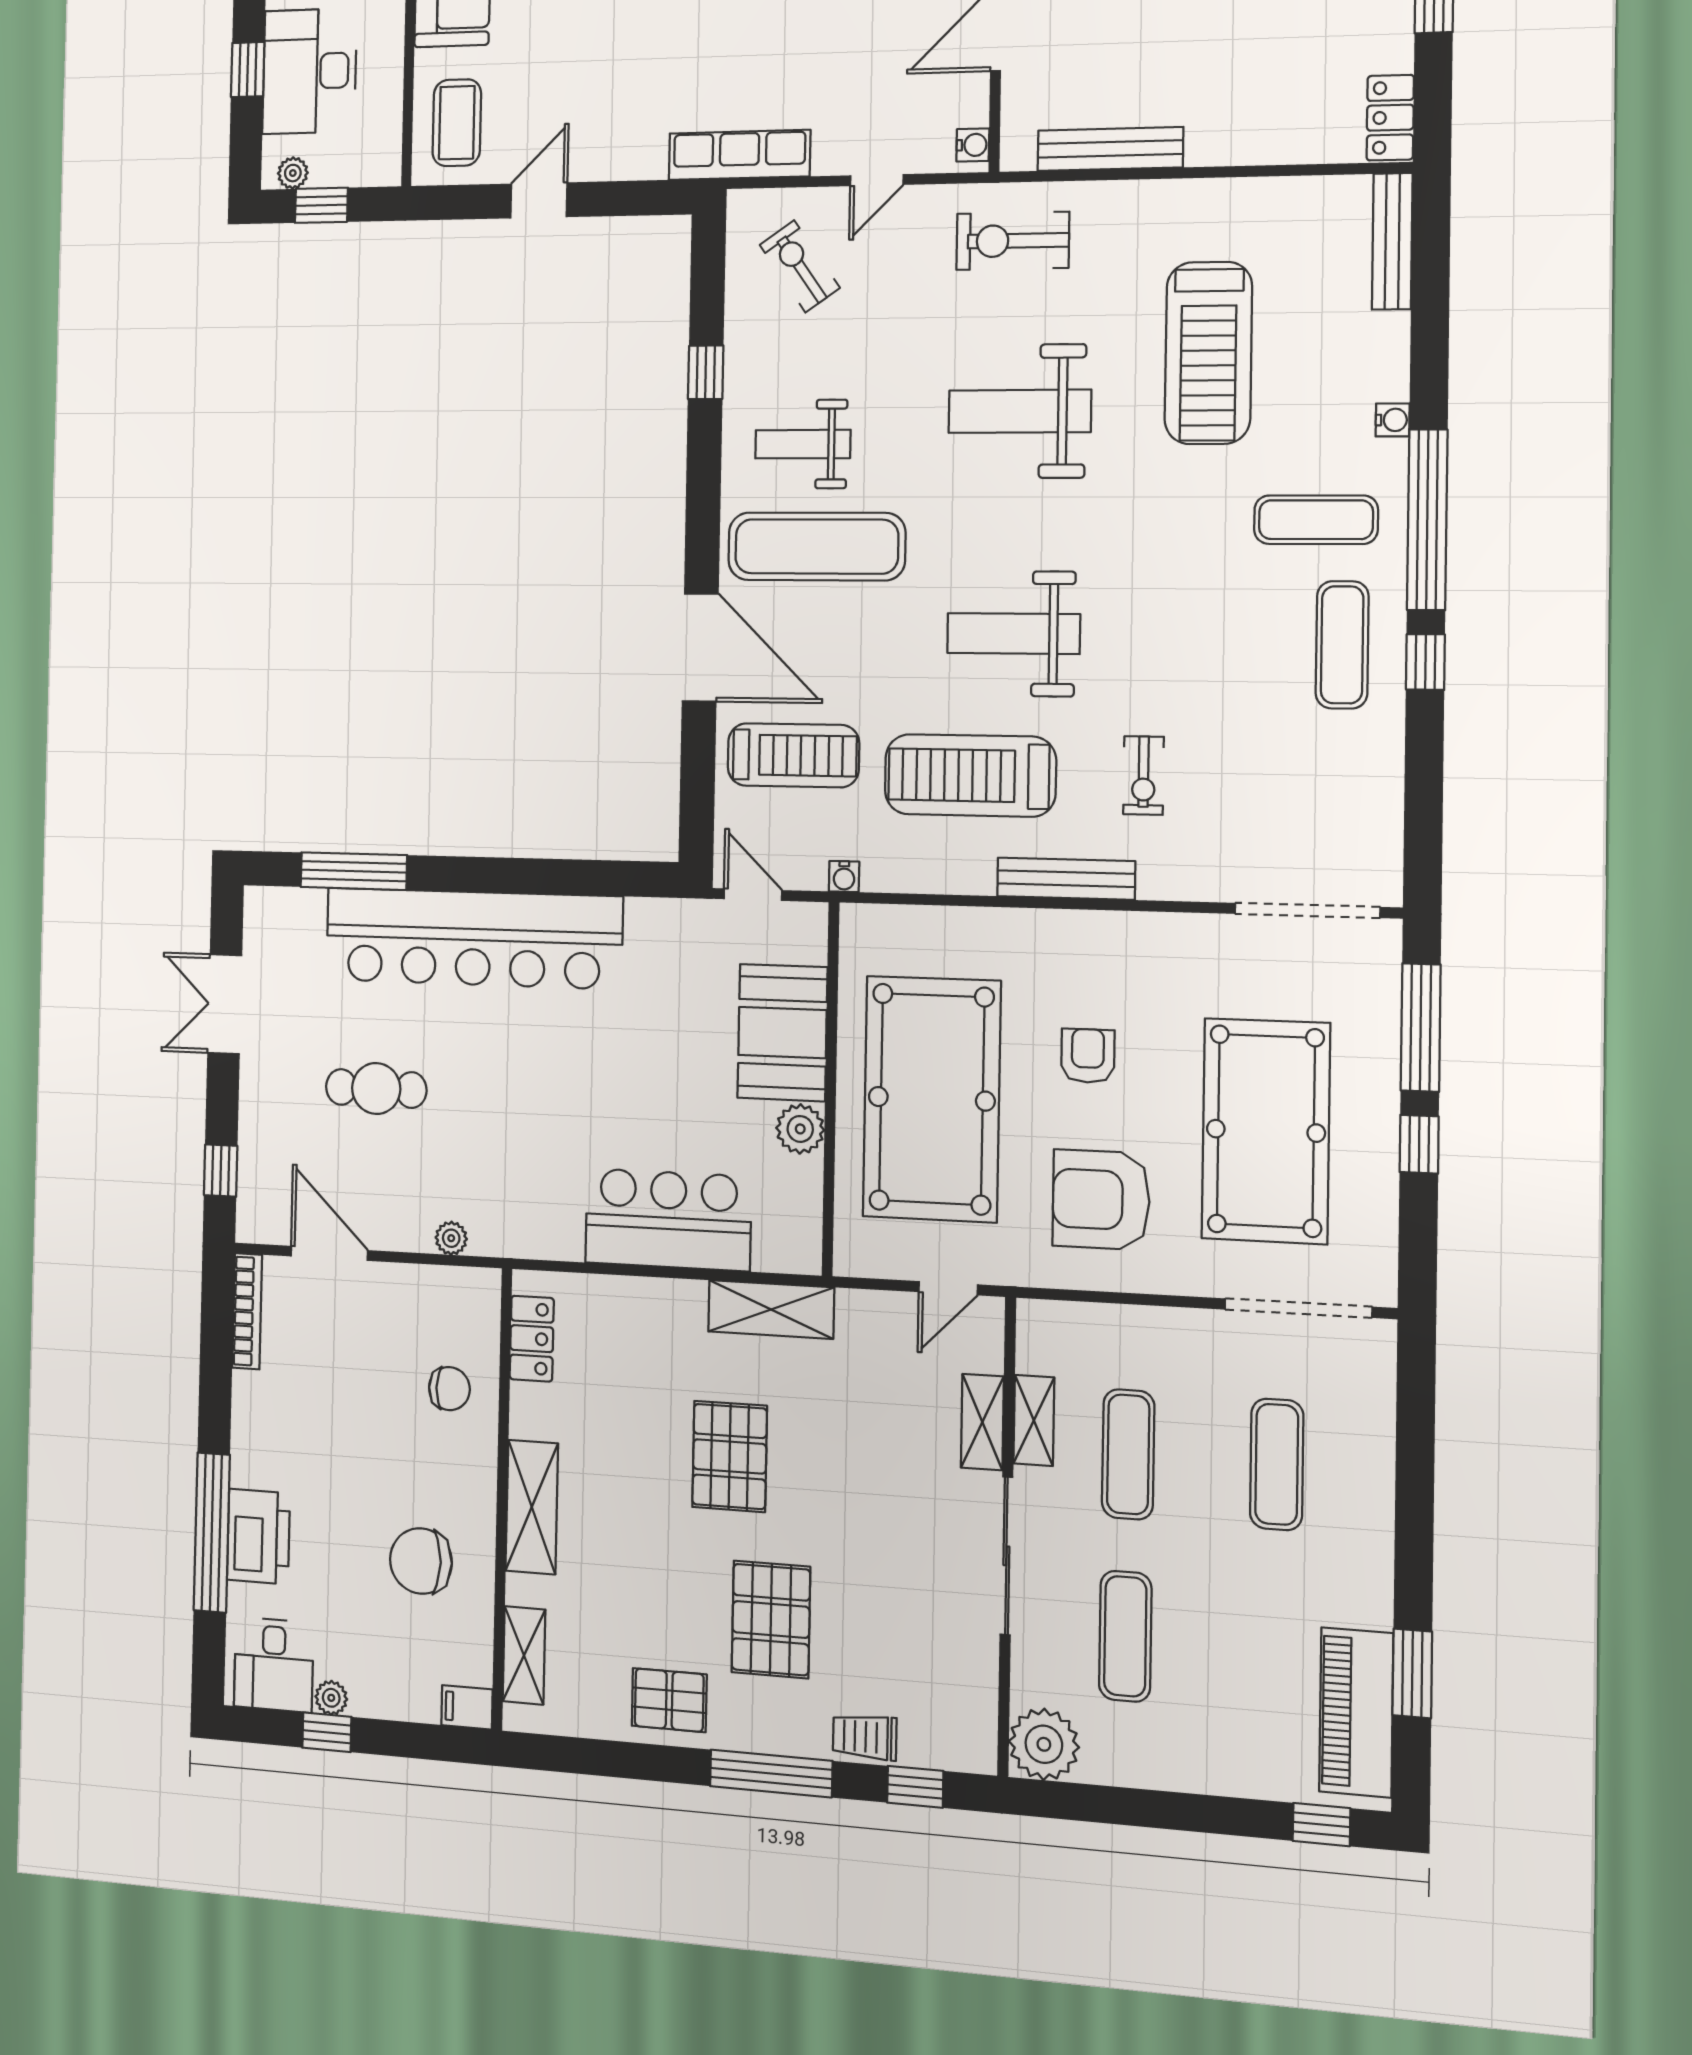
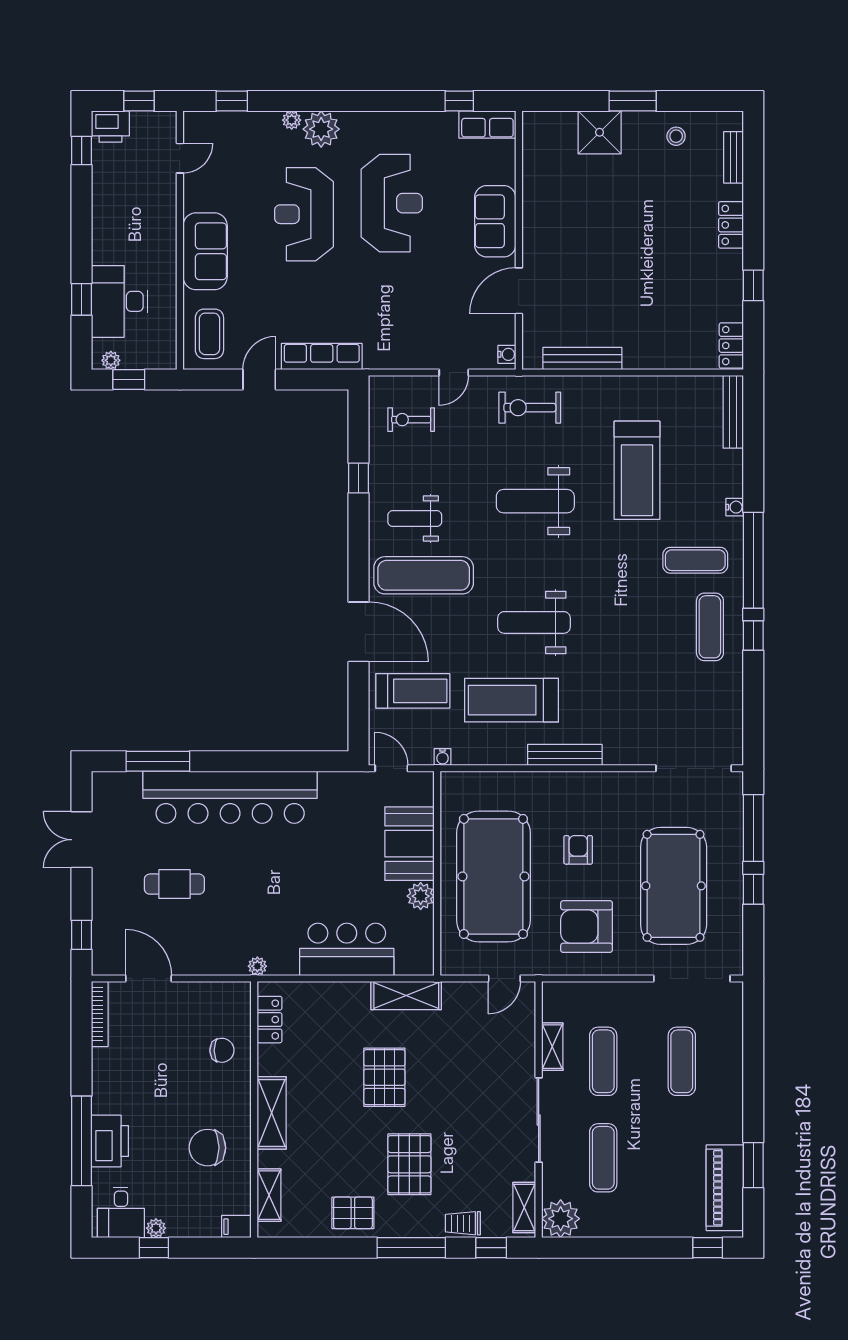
row of seats: (739, 155) -> (322, 356), moved
exercise bike: (800, 266) -> (411, 420), turned -55
exercise bike: (1143, 776) -> (606, 698), removed
plant: (451, 1238) -> (257, 966), moved
shelving: (982, 1422) -> (524, 1208), moved

